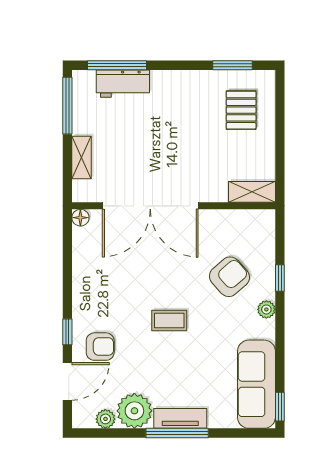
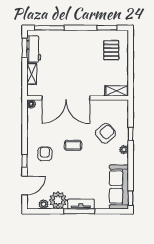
workbench: (123, 84) -> (34, 49), moved, turned -90
window: (67, 106) -> (25, 48), width x0.69
coffee table: (169, 321) -> (73, 145), moved
armchair: (100, 347) -> (45, 154), moved, turned -90

